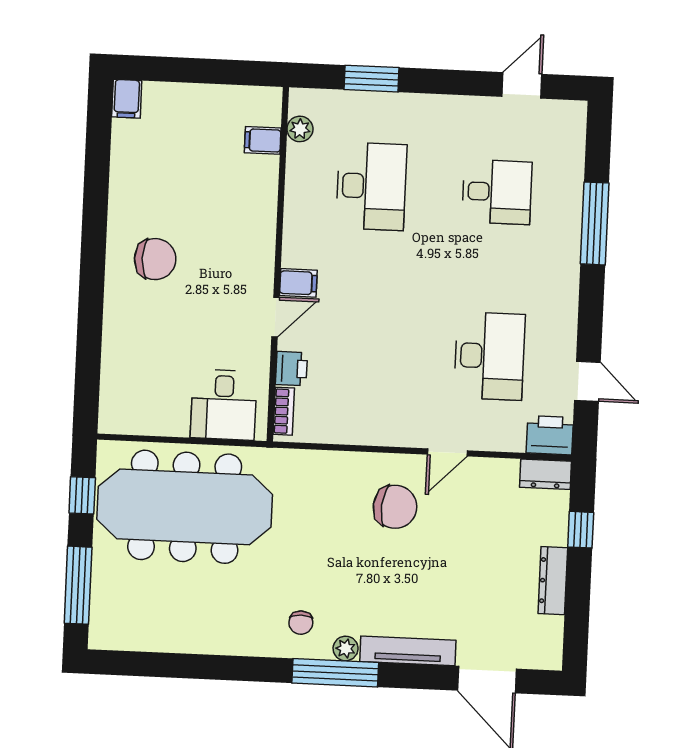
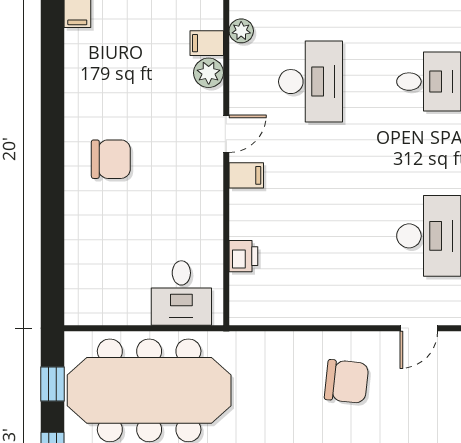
plant: (263, 172) -> (209, 73), added
door: (275, 317) -> (226, 134), moved
bookcase: (284, 411) -> (238, 296), removed
door: (447, 452) -> (419, 328), moved

